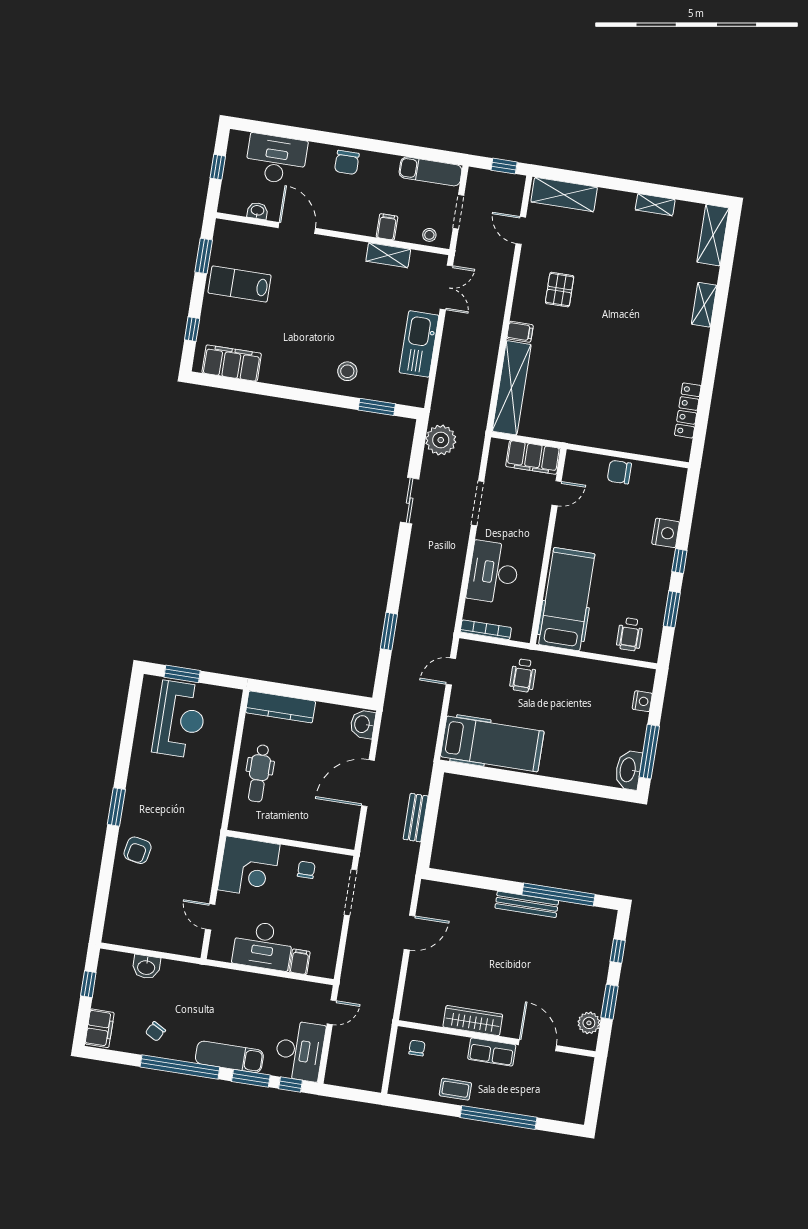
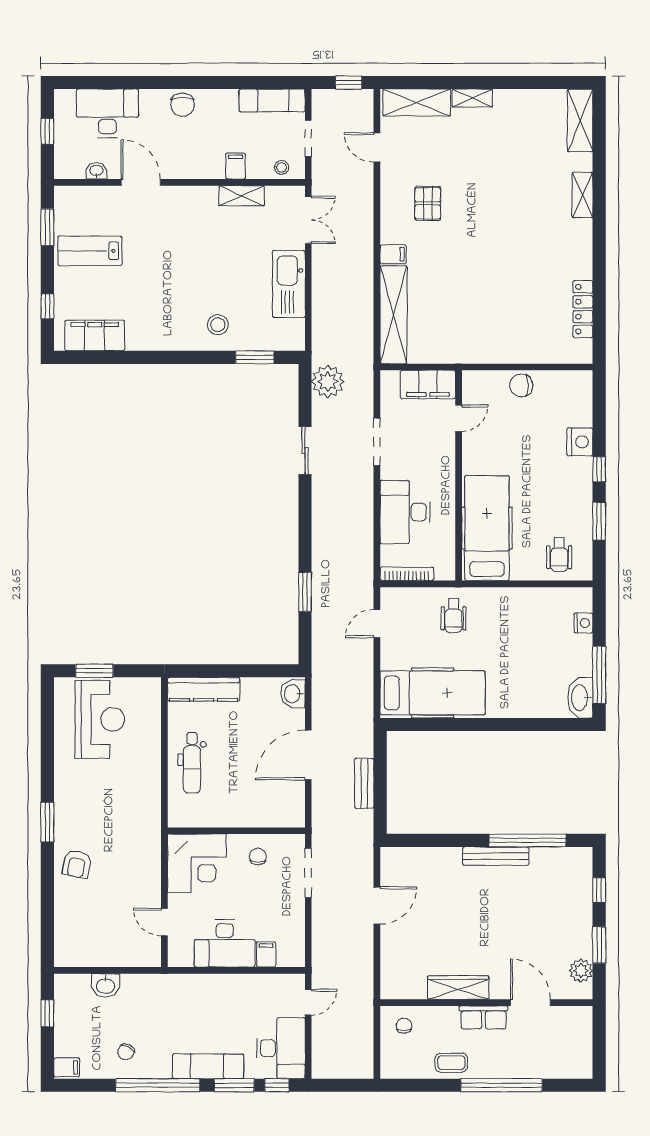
shelving: (655, 205) -> (472, 98), moved
filing cabinet: (100, 1028) -> (67, 1067), width x0.50

